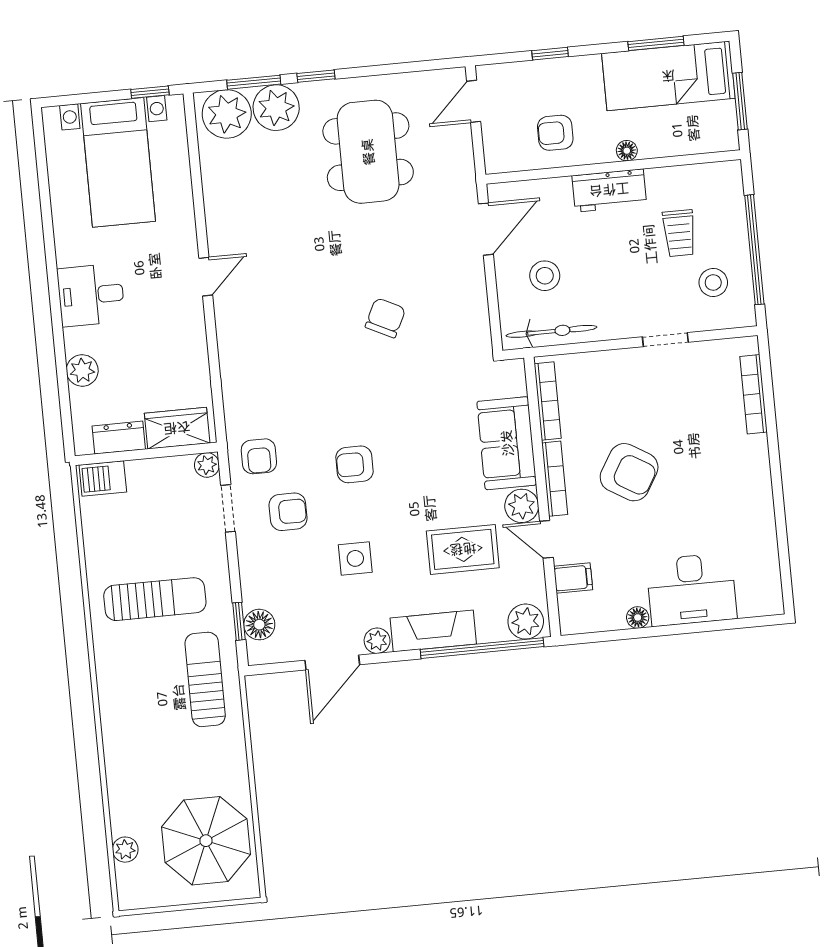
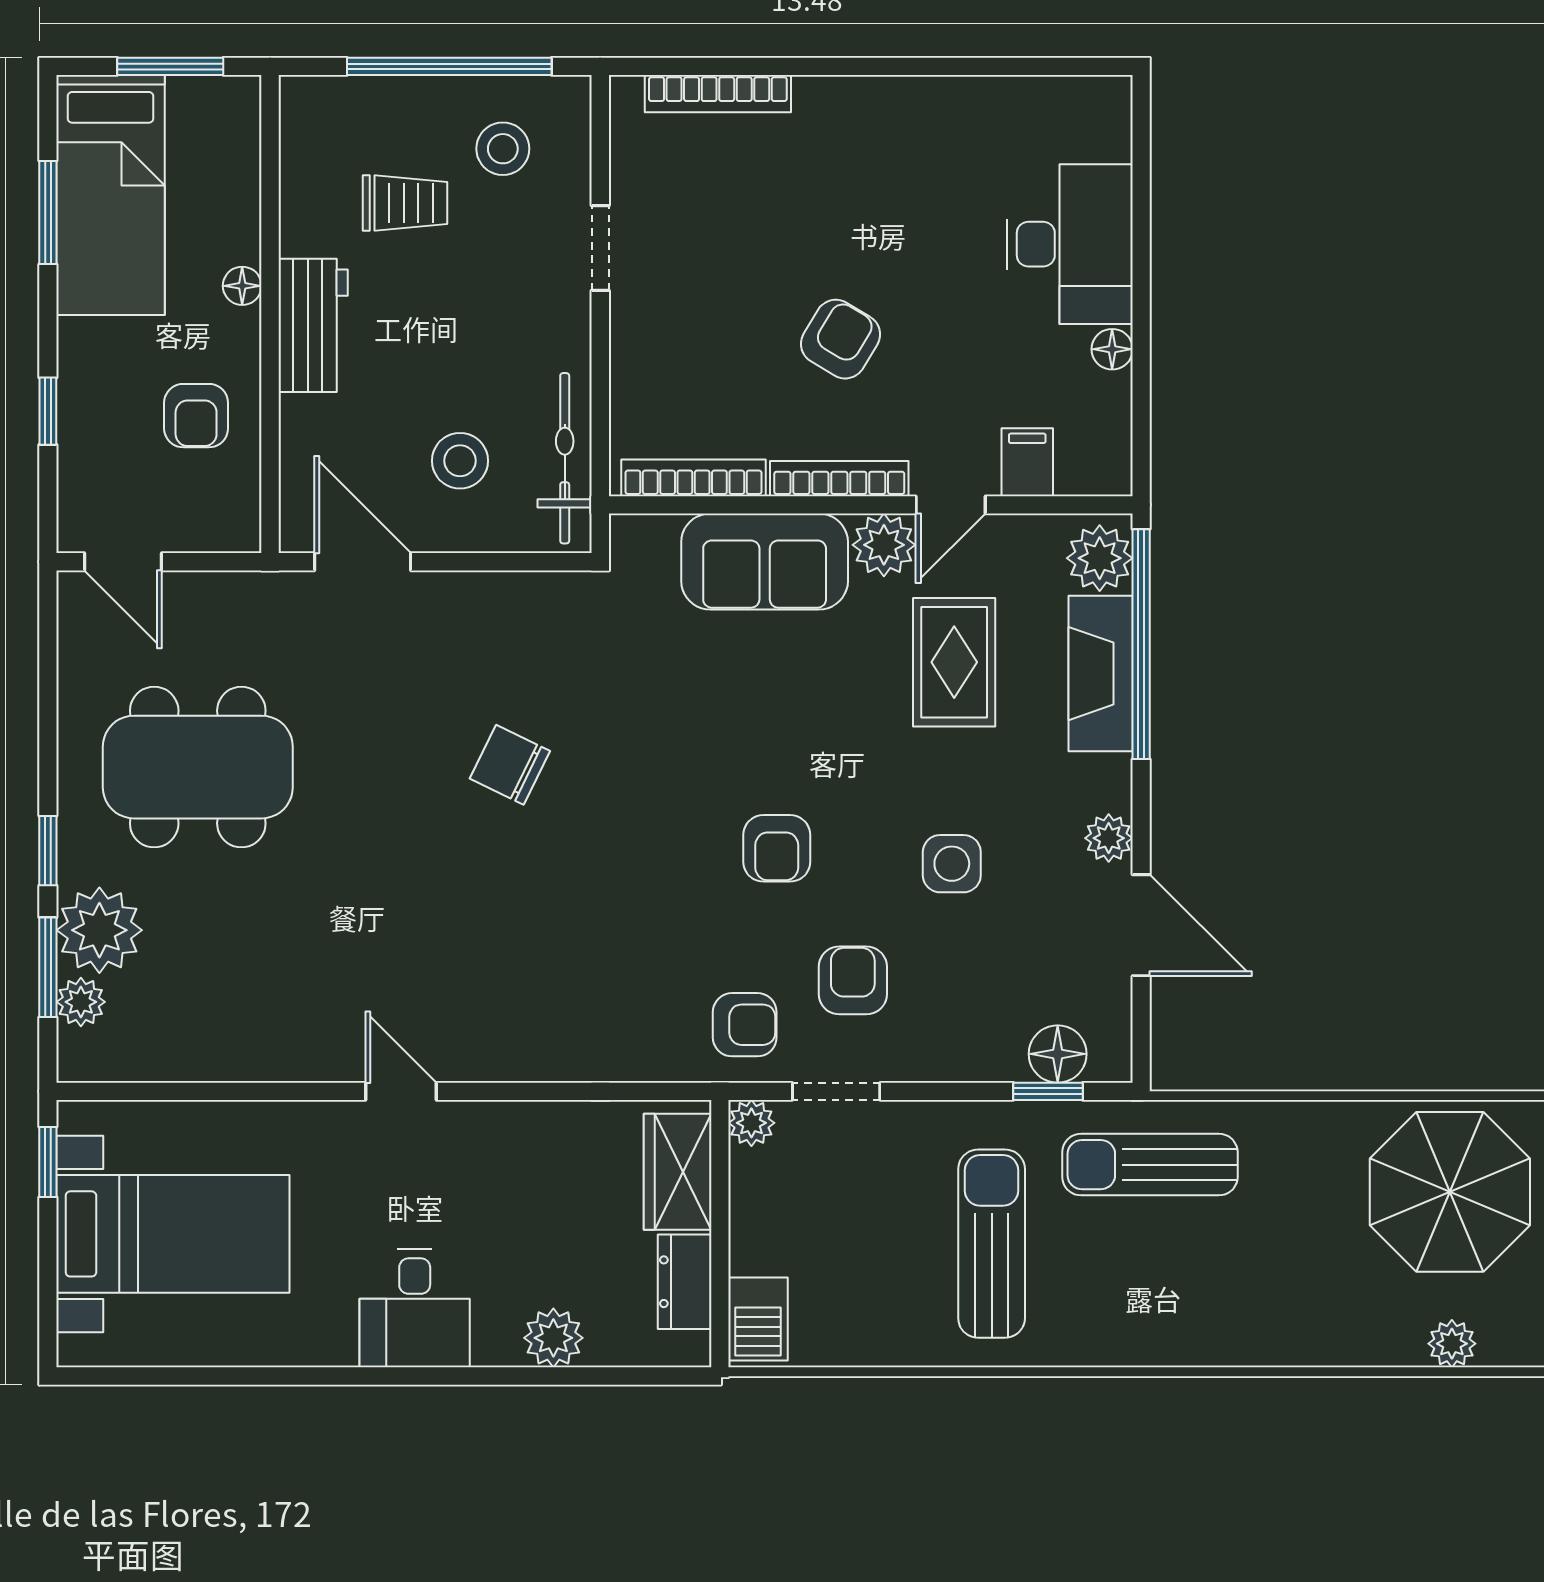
plant: (227, 114) -> (81, 1002), width x0.53, depth x0.53
armchair: (629, 472) -> (840, 339), width x0.72, depth x0.72
fireplace: (433, 631) -> (1101, 674), moved

